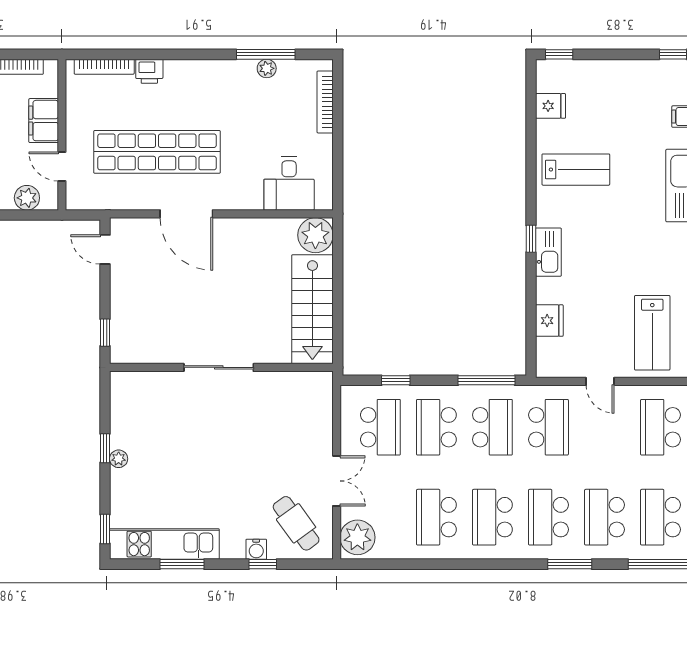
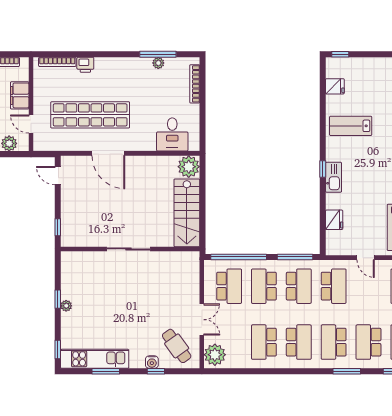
lab bench: (576, 170) -> (351, 126), turned 180
window: (396, 380) -> (239, 257), width x3.17
school desk: (492, 517) -> (299, 342), turned 180

